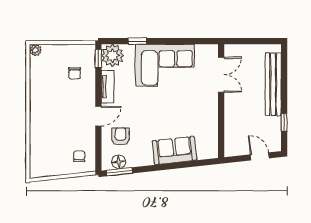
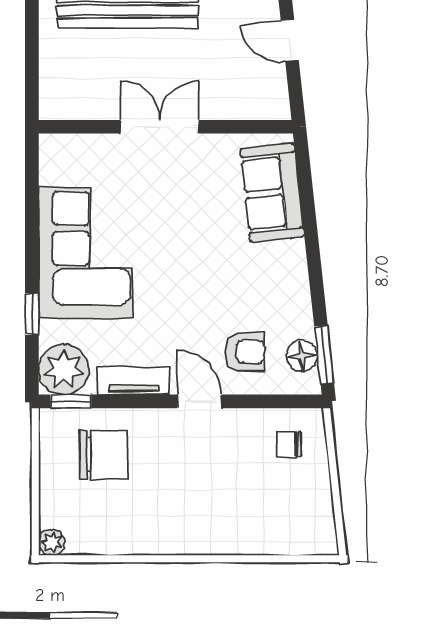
chair: (75, 73) -> (104, 455), width x1.87, depth x1.87
double door: (221, 75) -> (160, 127), moved
armchair: (121, 137) -> (245, 352), turned 180
sofa: (174, 150) -> (272, 192), moved
door: (260, 156) -> (290, 40), hinge flipped

